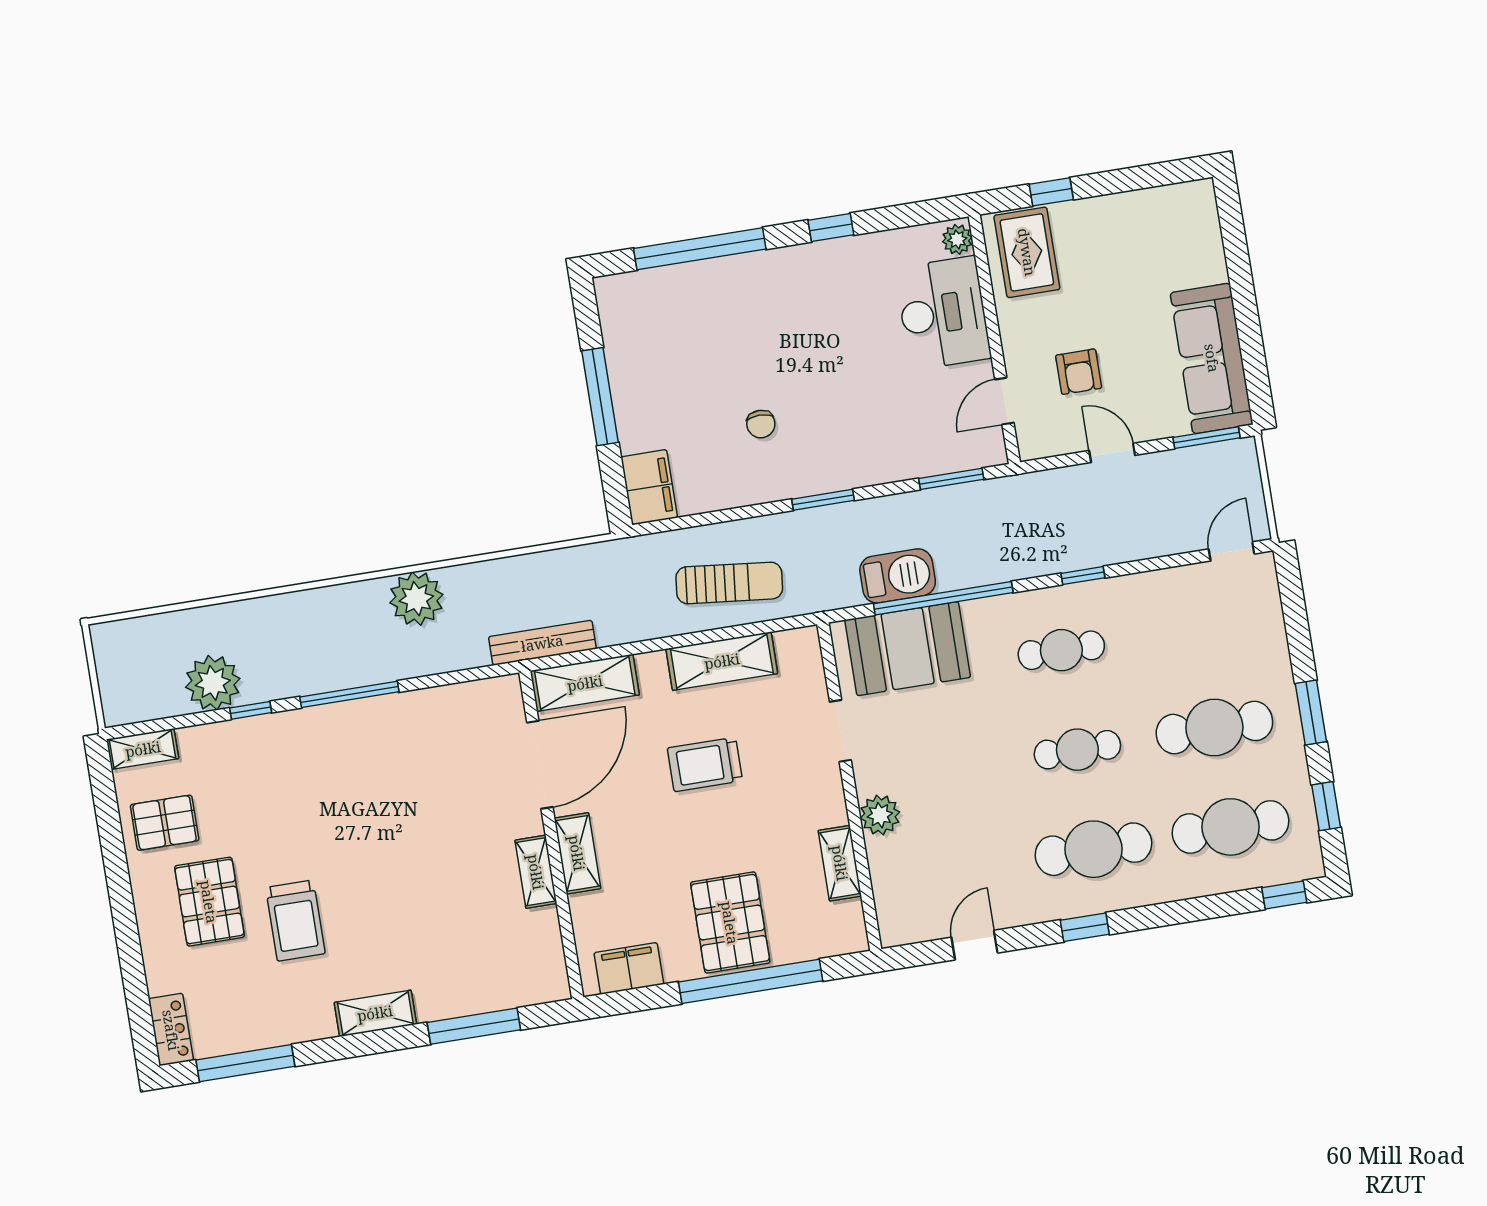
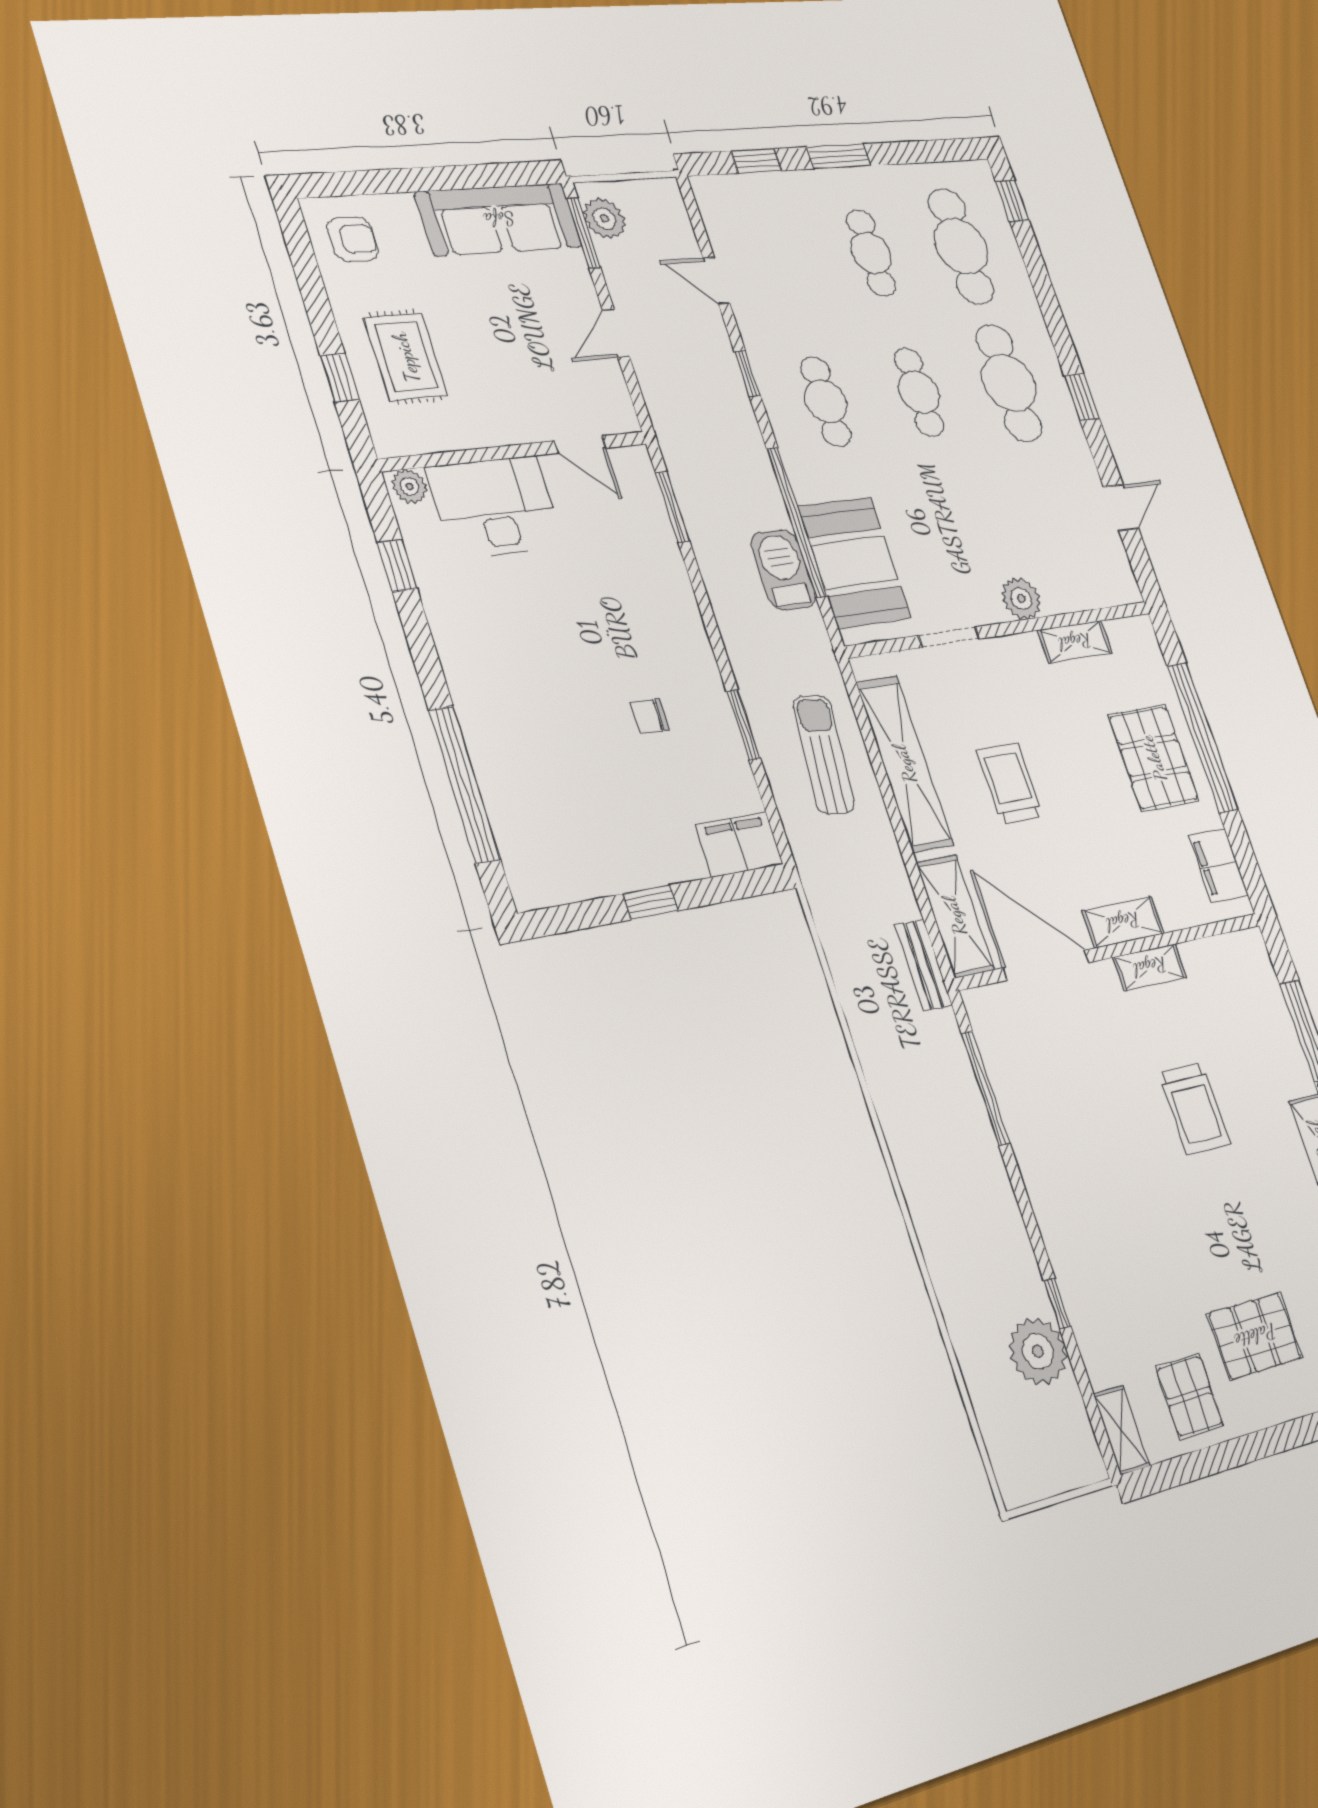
window: (831, 228) -> (397, 566), moved
rug: (1027, 252) -> (406, 357), moved, turned 90
armchair: (1079, 372) -> (353, 239), moved
window: (600, 397) -> (650, 902), width x0.46
chair: (761, 424) -> (650, 716), turned 180
window: (823, 500) -> (744, 725), moved
door: (1232, 551) -> (716, 281), moved
plant: (416, 599) -> (605, 218), moved, width x0.73, depth x0.73
bench: (542, 643) -> (924, 965), width x0.73
shelving: (722, 661) -> (905, 764), width x1.47
window: (349, 694) -> (986, 1088), moved
cafe table: (1214, 727) -> (871, 253), width x0.73, depth x0.74
trolley: (705, 764) -> (1010, 783), turned 180
window: (1326, 806) -> (756, 161), moved
trolley: (295, 921) -> (1194, 1109), moved, turned 90
pallet: (730, 923) -> (1154, 758), turned 90
door: (975, 945) -> (1121, 508), swing flipped

